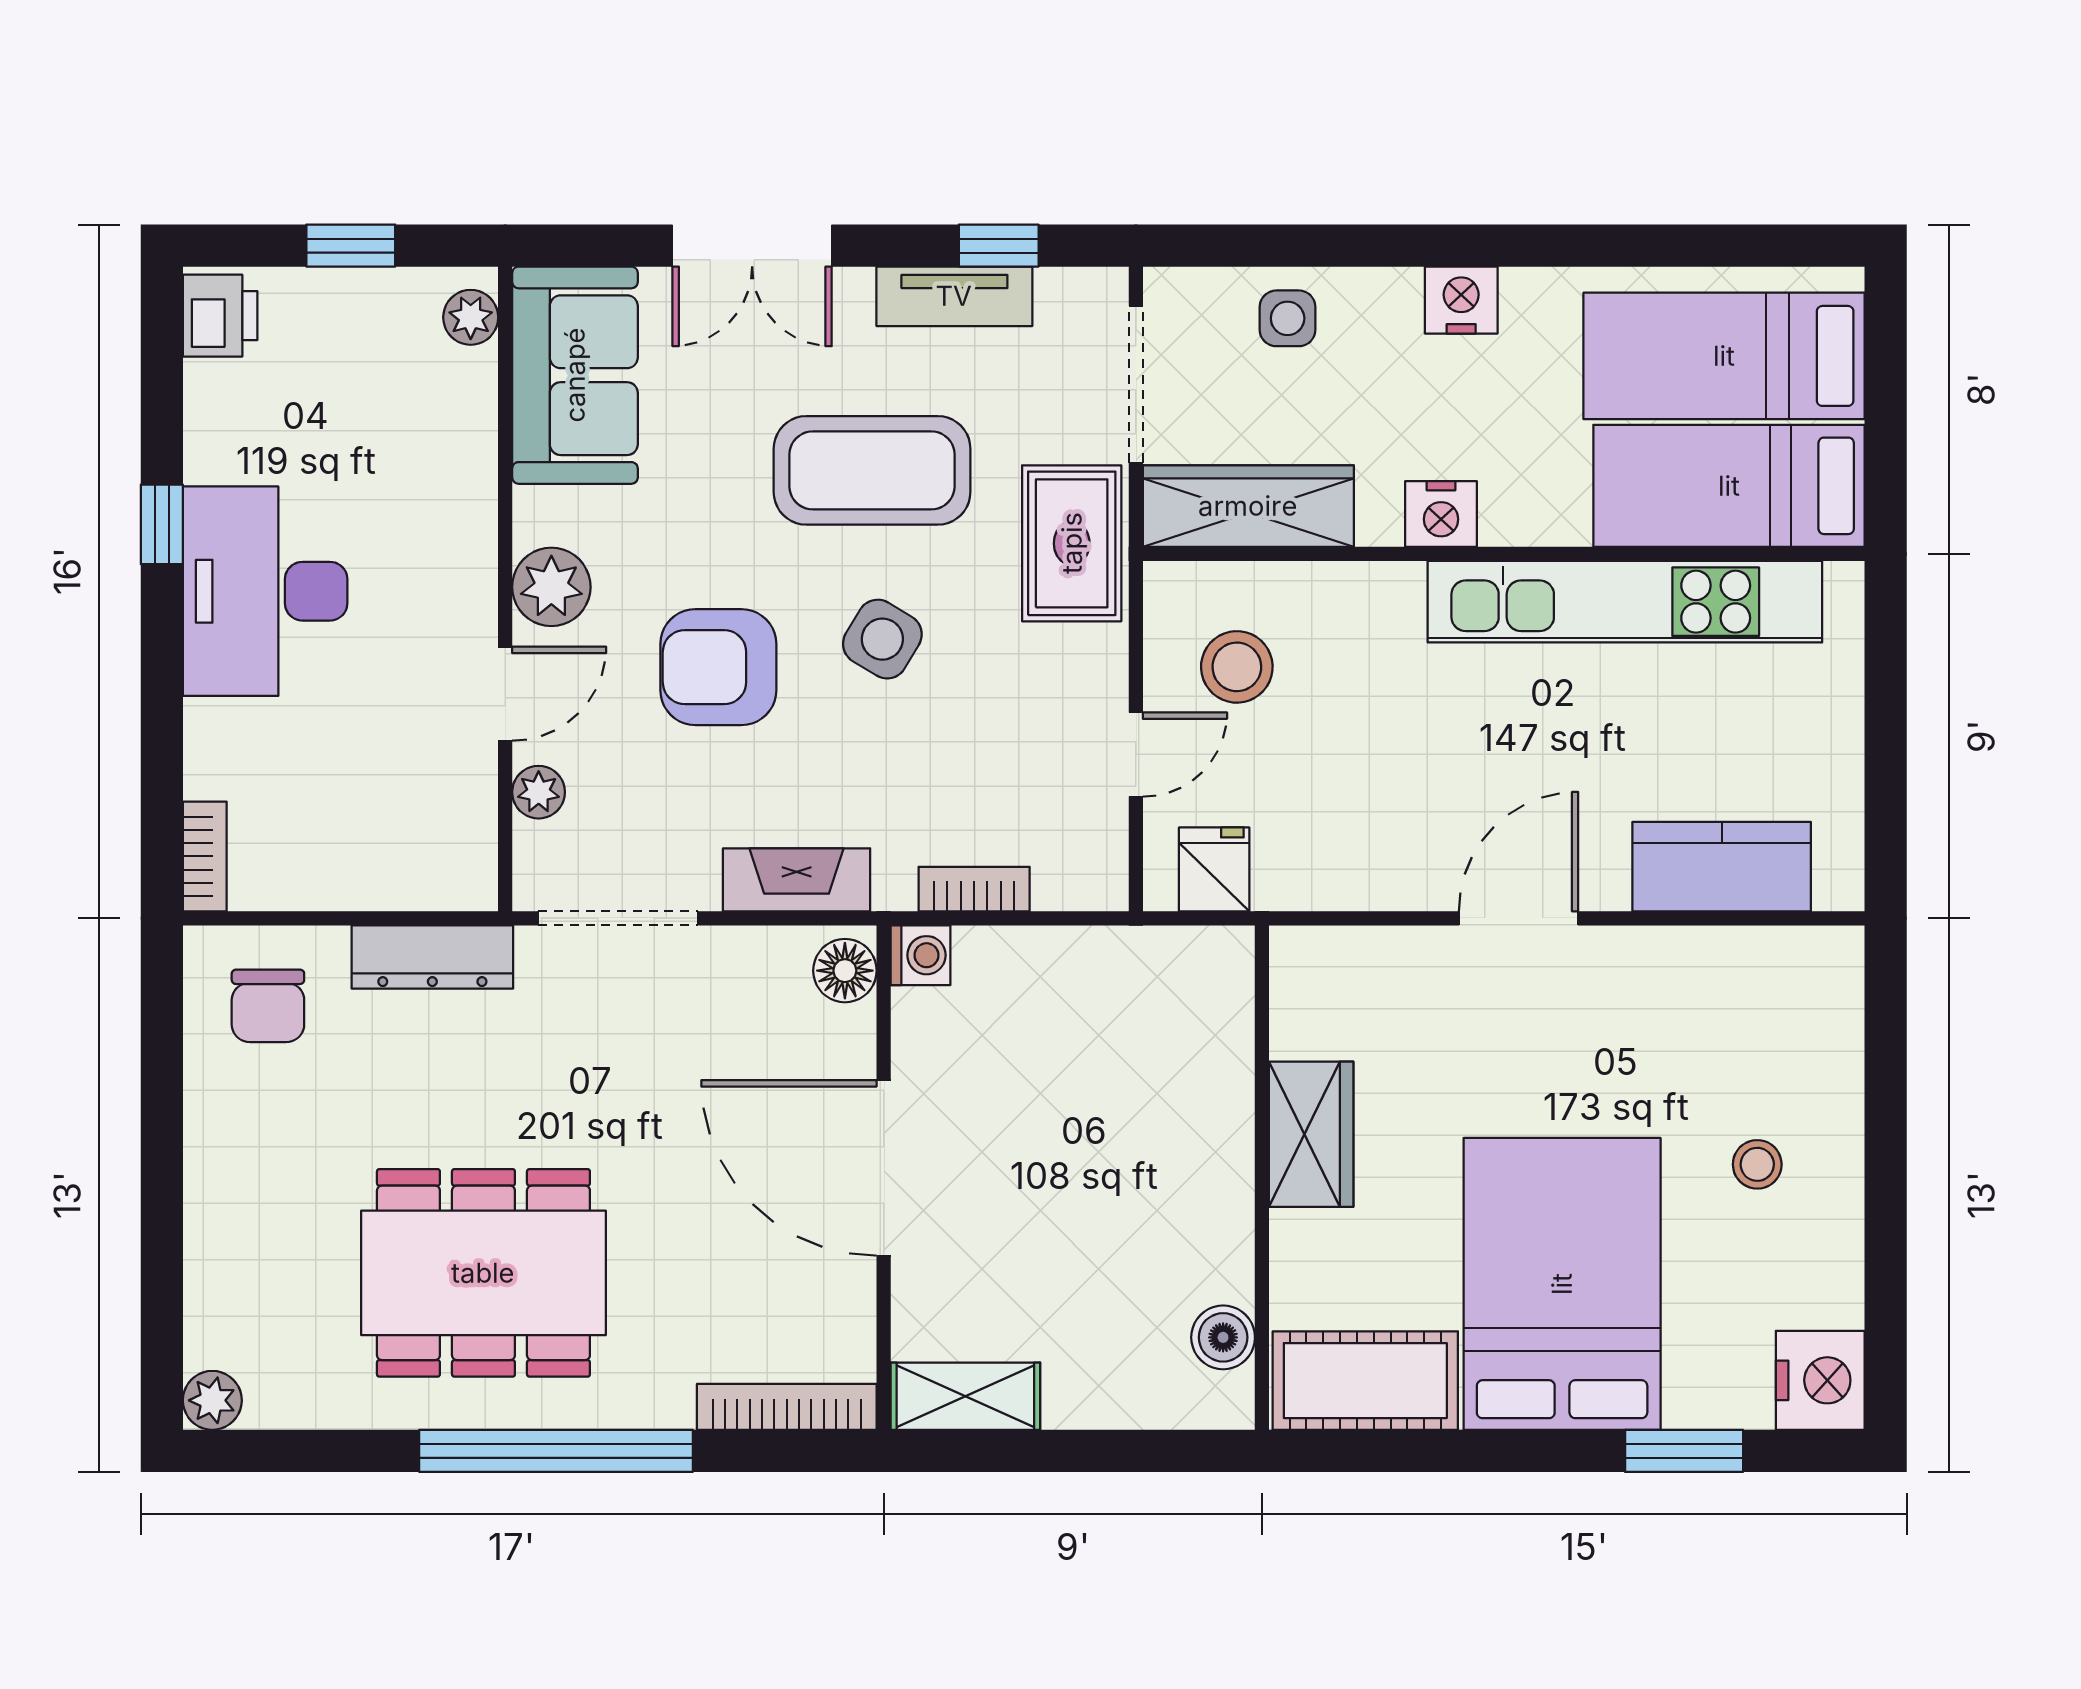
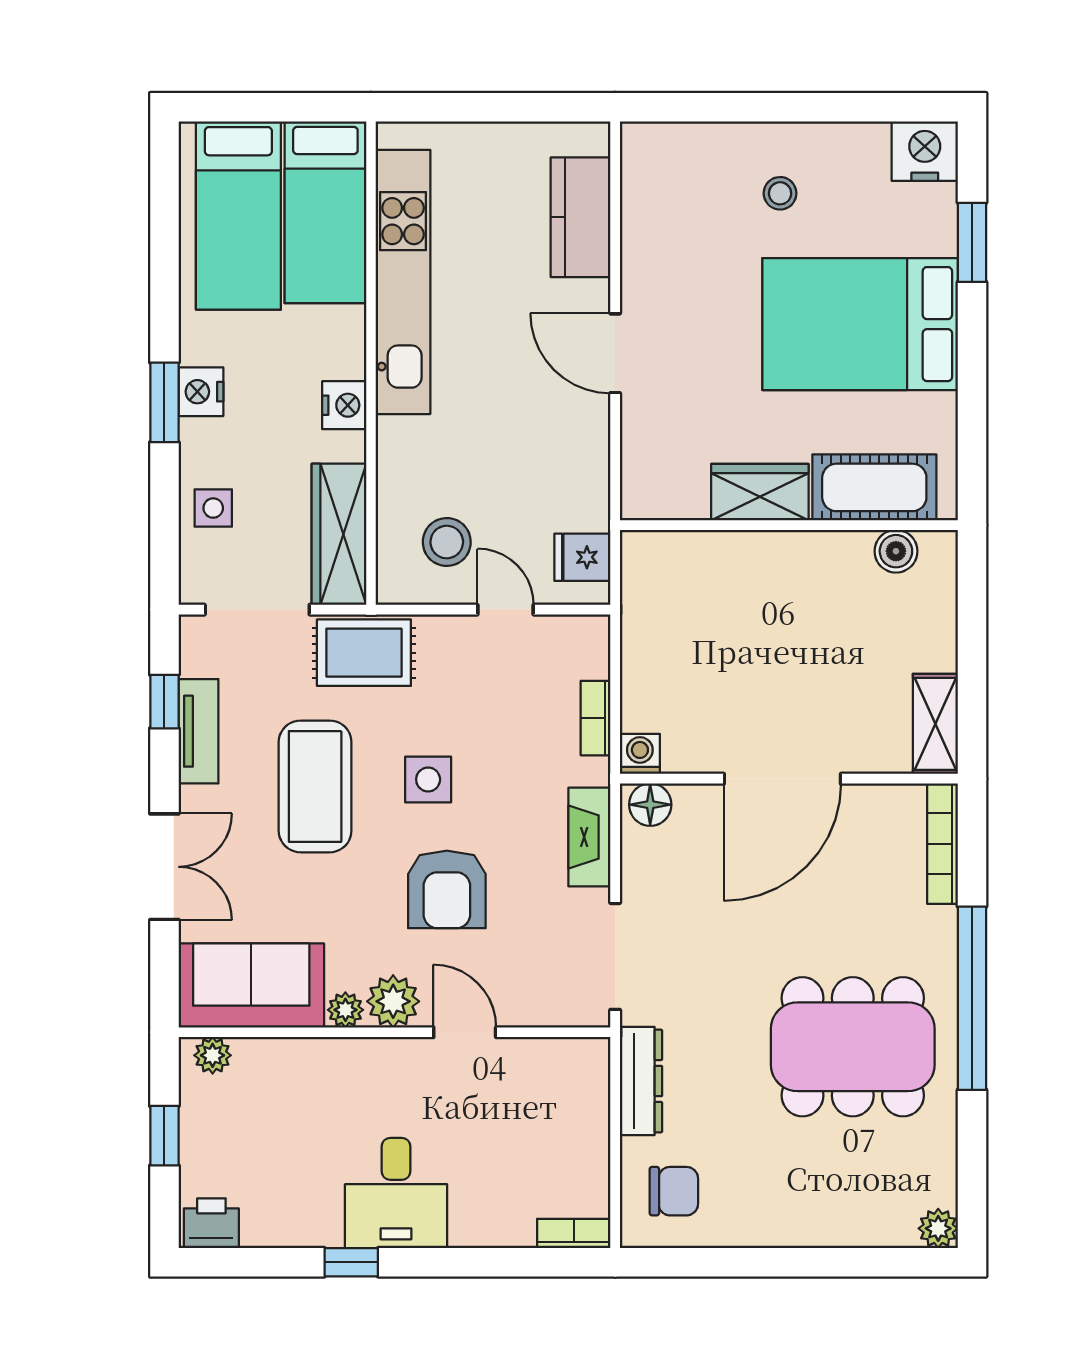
window: (1445, 246) -> (164, 402), added
desk: (265, 591) -> (396, 1193), width x0.73
side table: (882, 639) -> (428, 779), turned -31
plant: (539, 792) -> (345, 1010), moved
dining table: (483, 1273) -> (853, 1047), turned 90
cot: (1365, 1381) -> (874, 487), moved, turned 90

